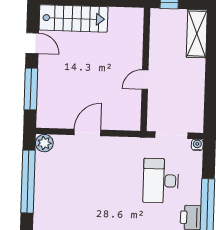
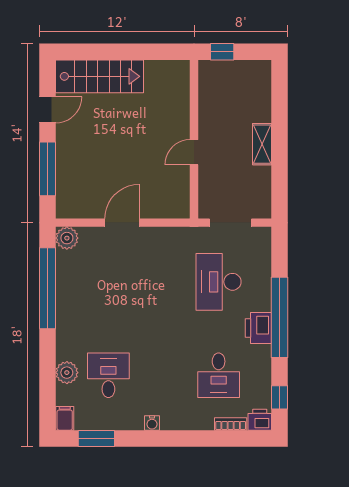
shelving: (197, 34) -> (262, 144), moved, width x0.67, depth x0.75
door: (32, 43) -> (47, 110), hinge flipped
water cooler: (197, 145) -> (264, 234), removed

